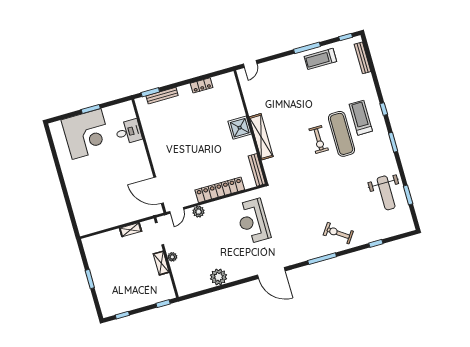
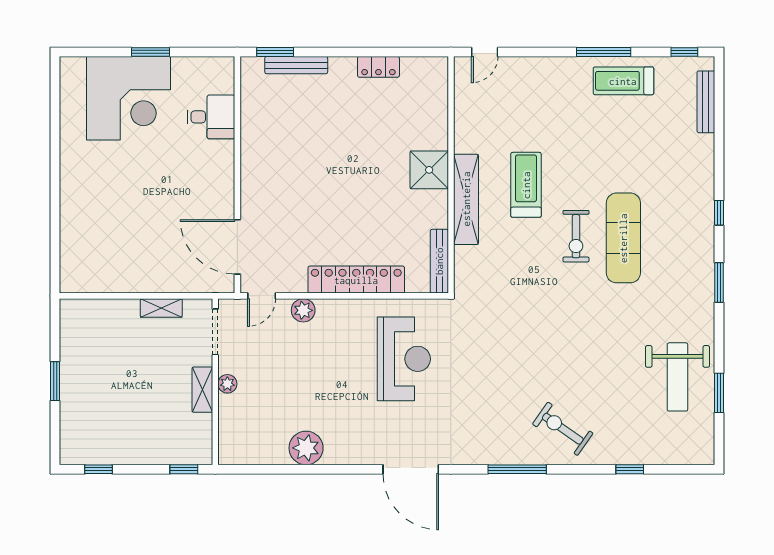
treadmill: (361, 118) -> (526, 185), moved
reception desk: (253, 221) -> (404, 359), turned 180

